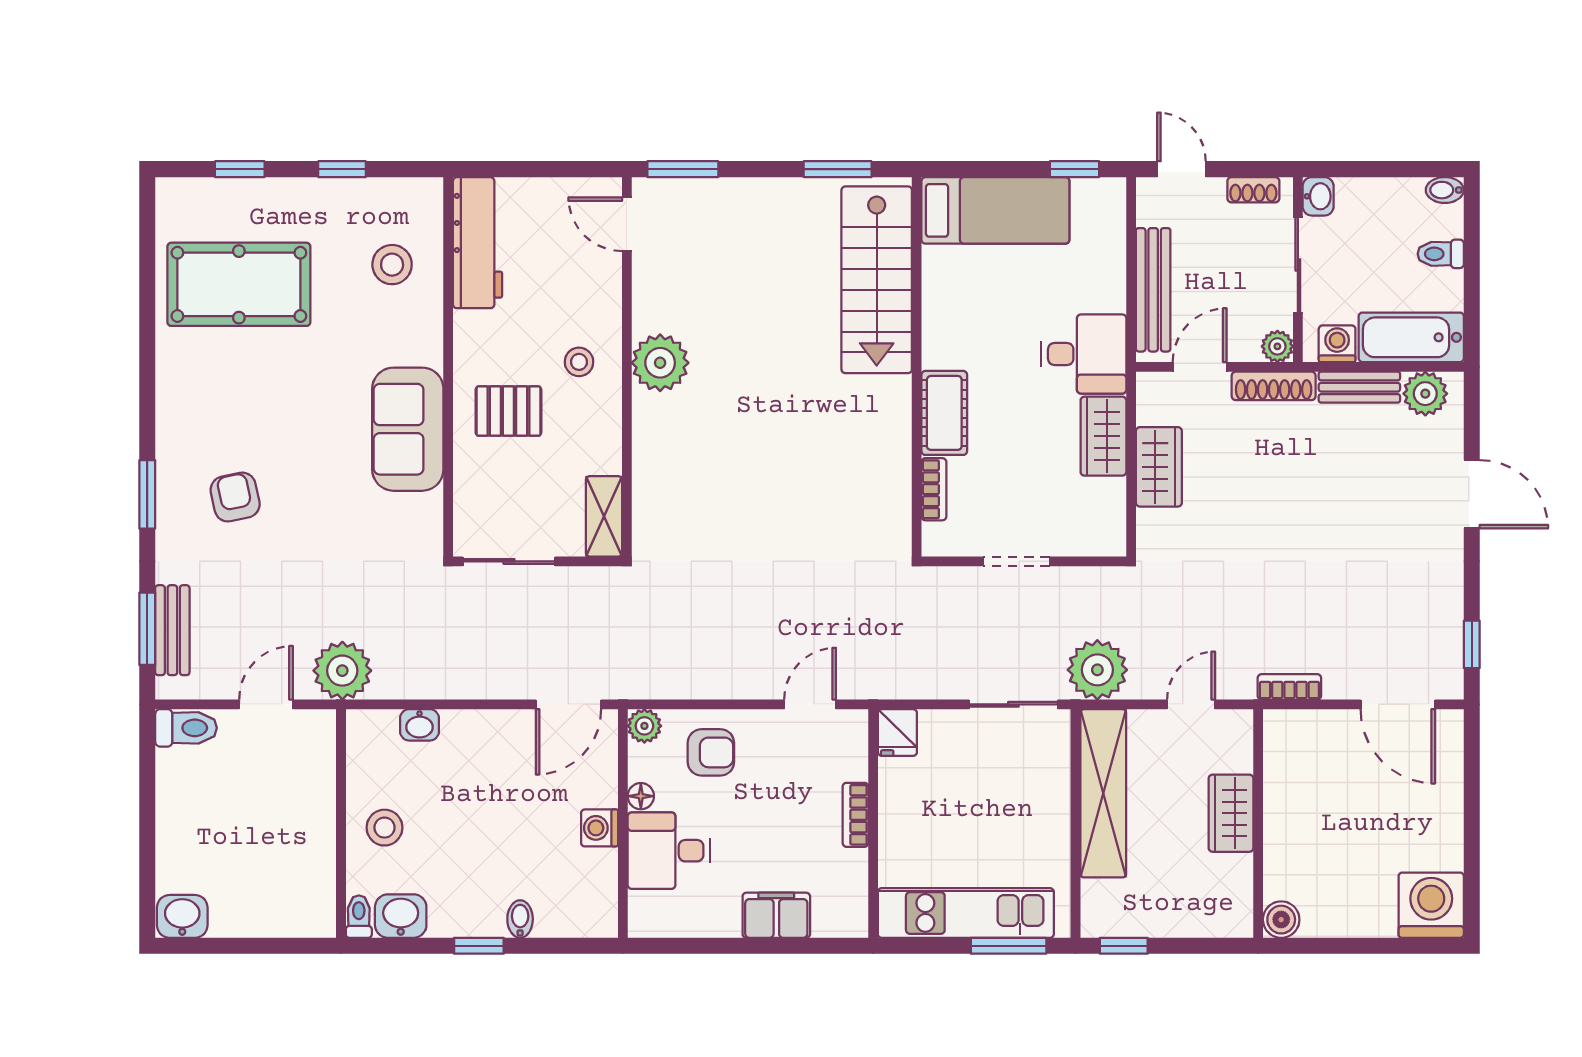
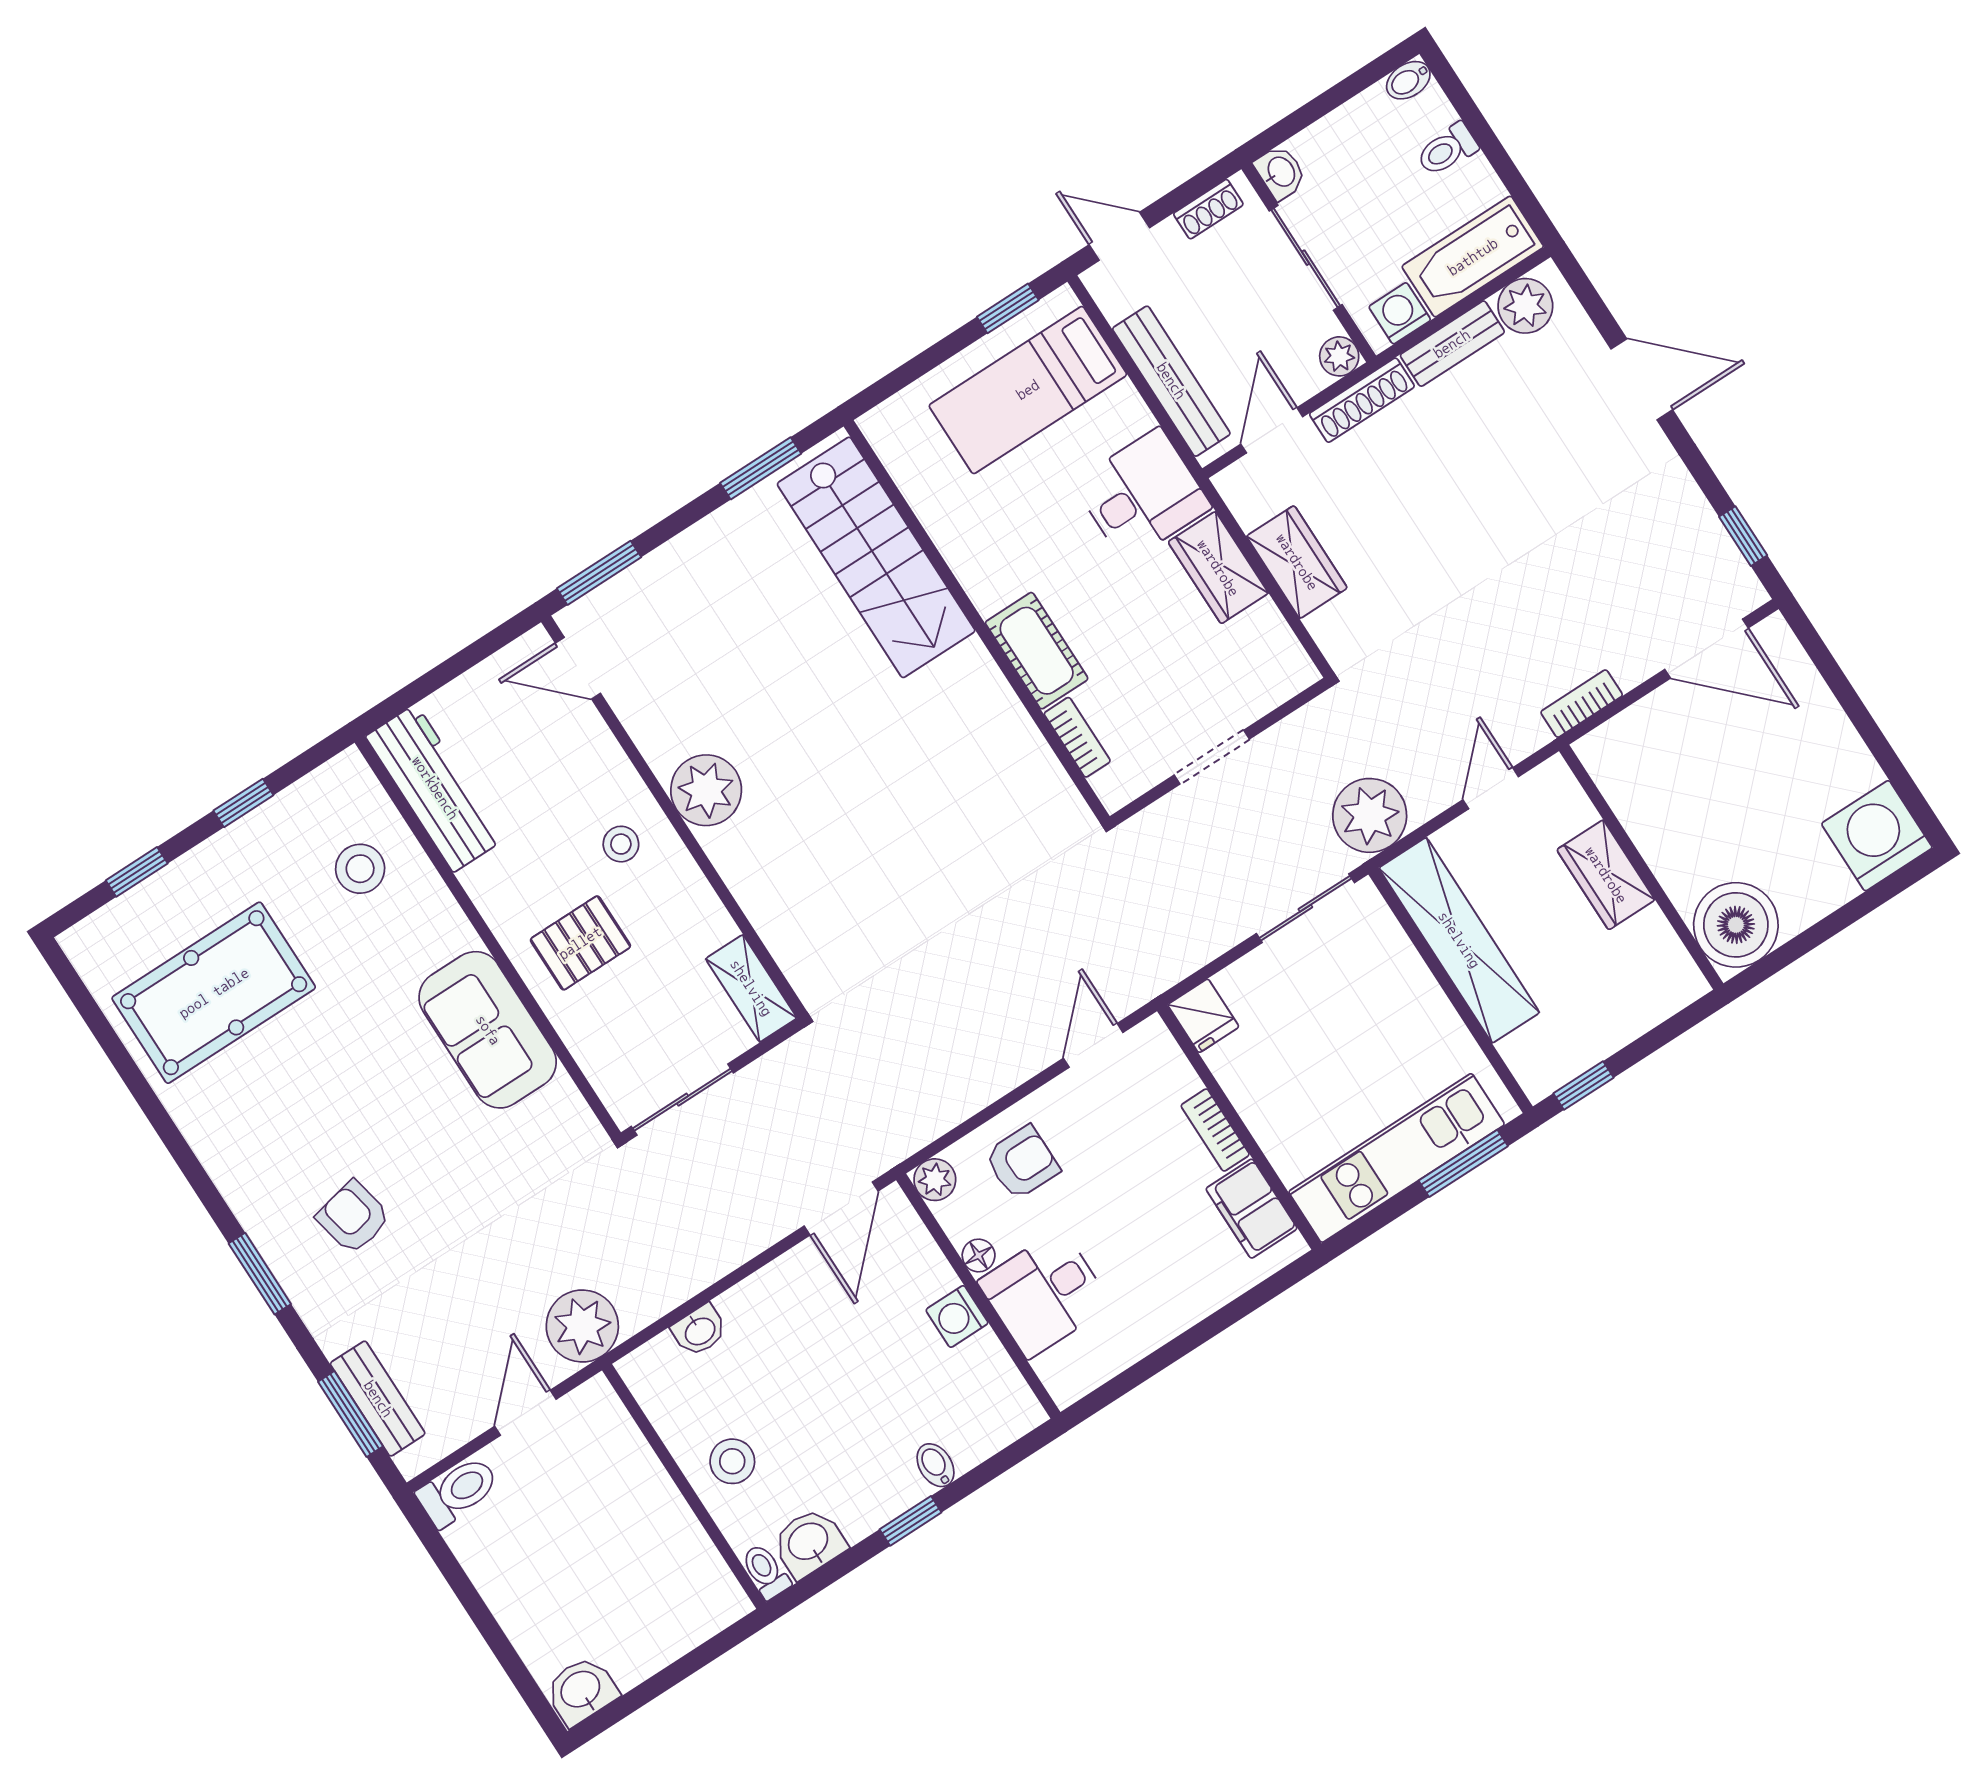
bed: (995, 210) -> (1028, 390), moved, turned 180
filing cabinet: (776, 915) -> (1252, 1209), moved, turned -90
boiler: (1281, 920) -> (1736, 925), width x1.86, depth x1.86

